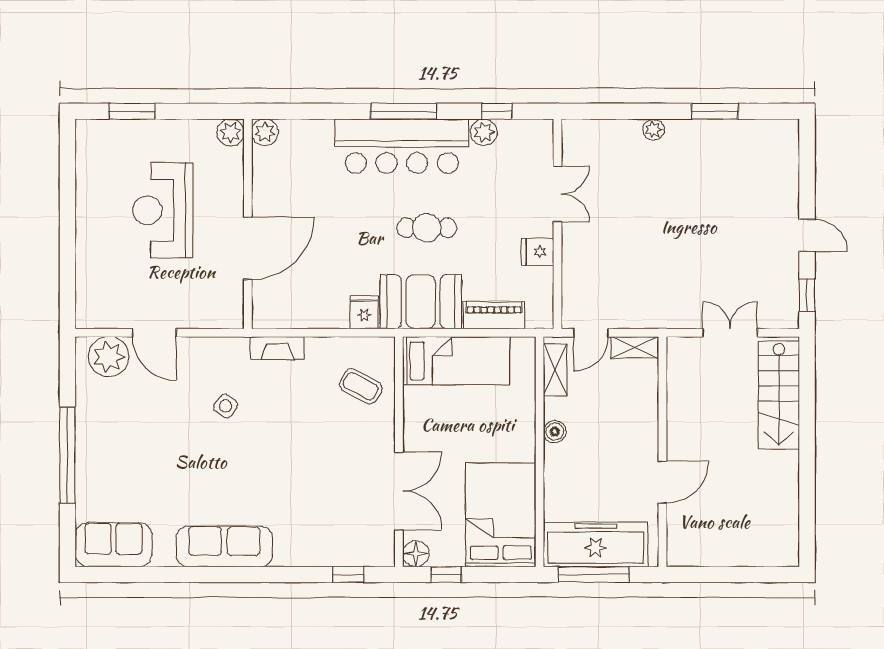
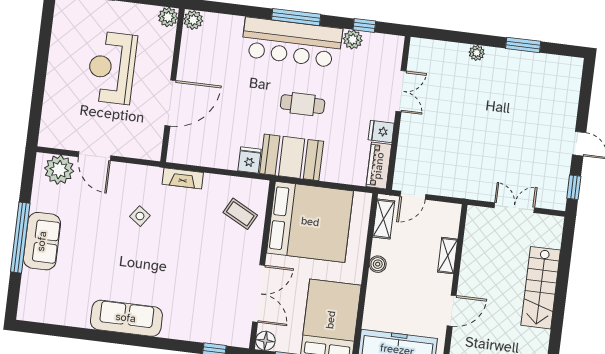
piano: (494, 315) -> (379, 166), moved, turned -90
shelving: (635, 347) -> (448, 256), moved, turned 90
bed: (456, 361) -> (310, 222), width x2.04
stairs: (779, 395) -> (541, 288), moved
sofa: (113, 545) -> (42, 241), moved, turned 90

